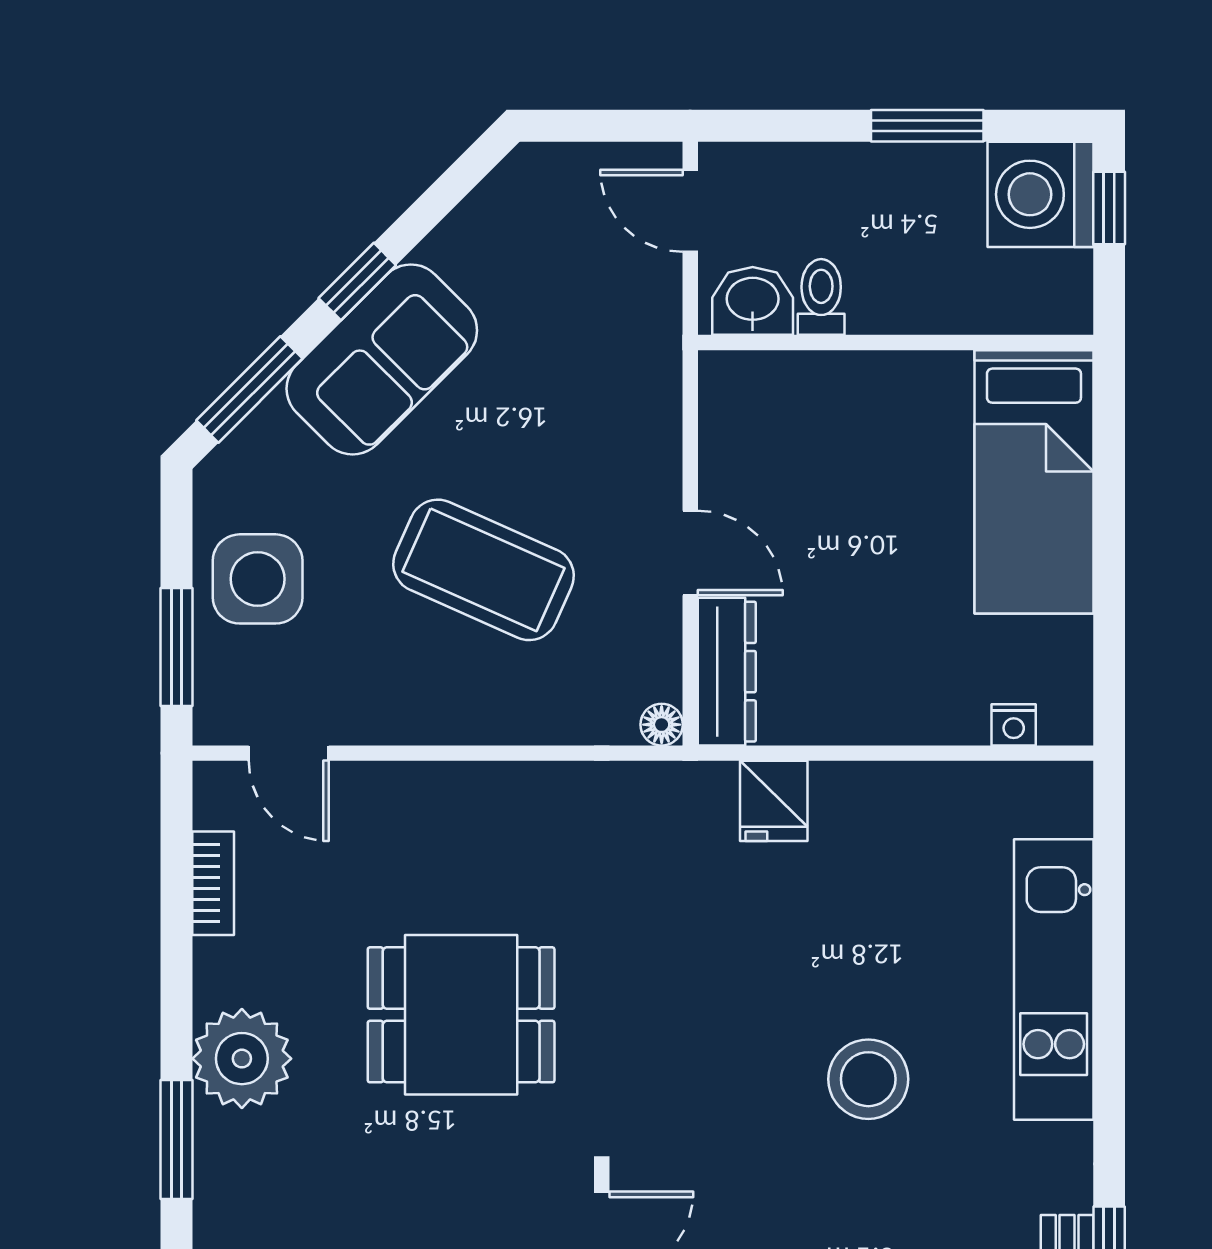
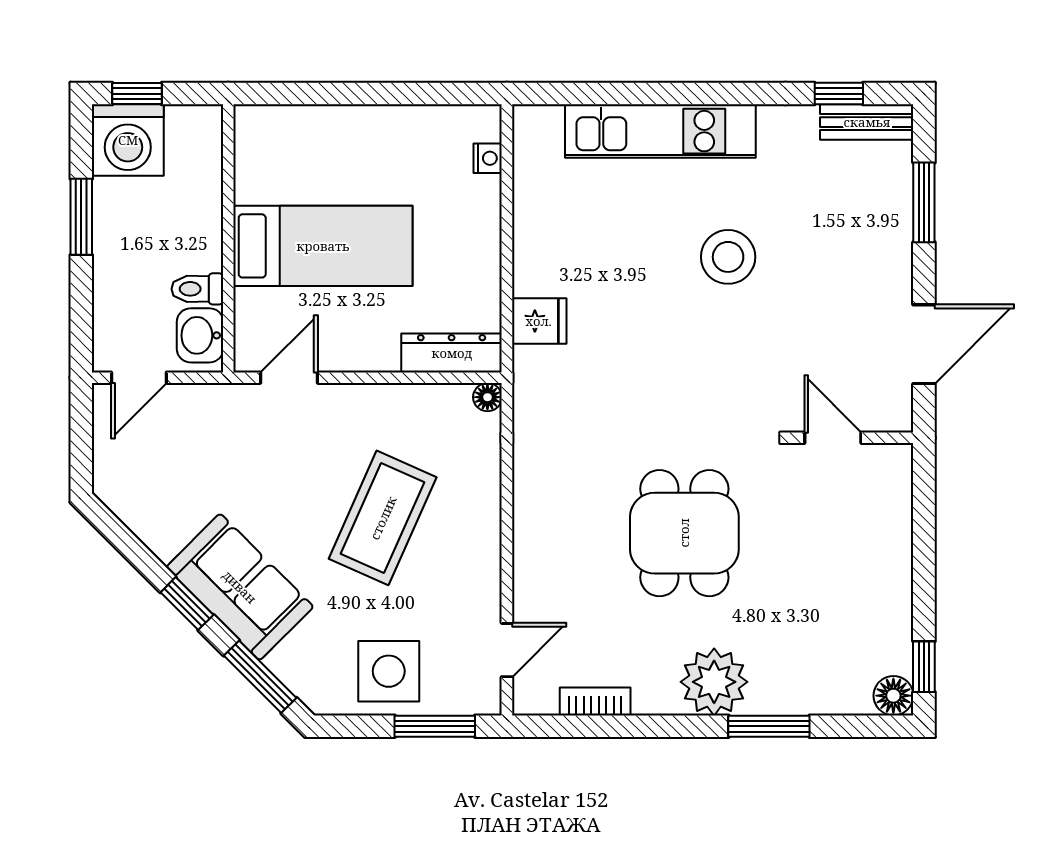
bed: (1034, 482) -> (323, 246), moved
door: (690, 553) -> (289, 378), moved

